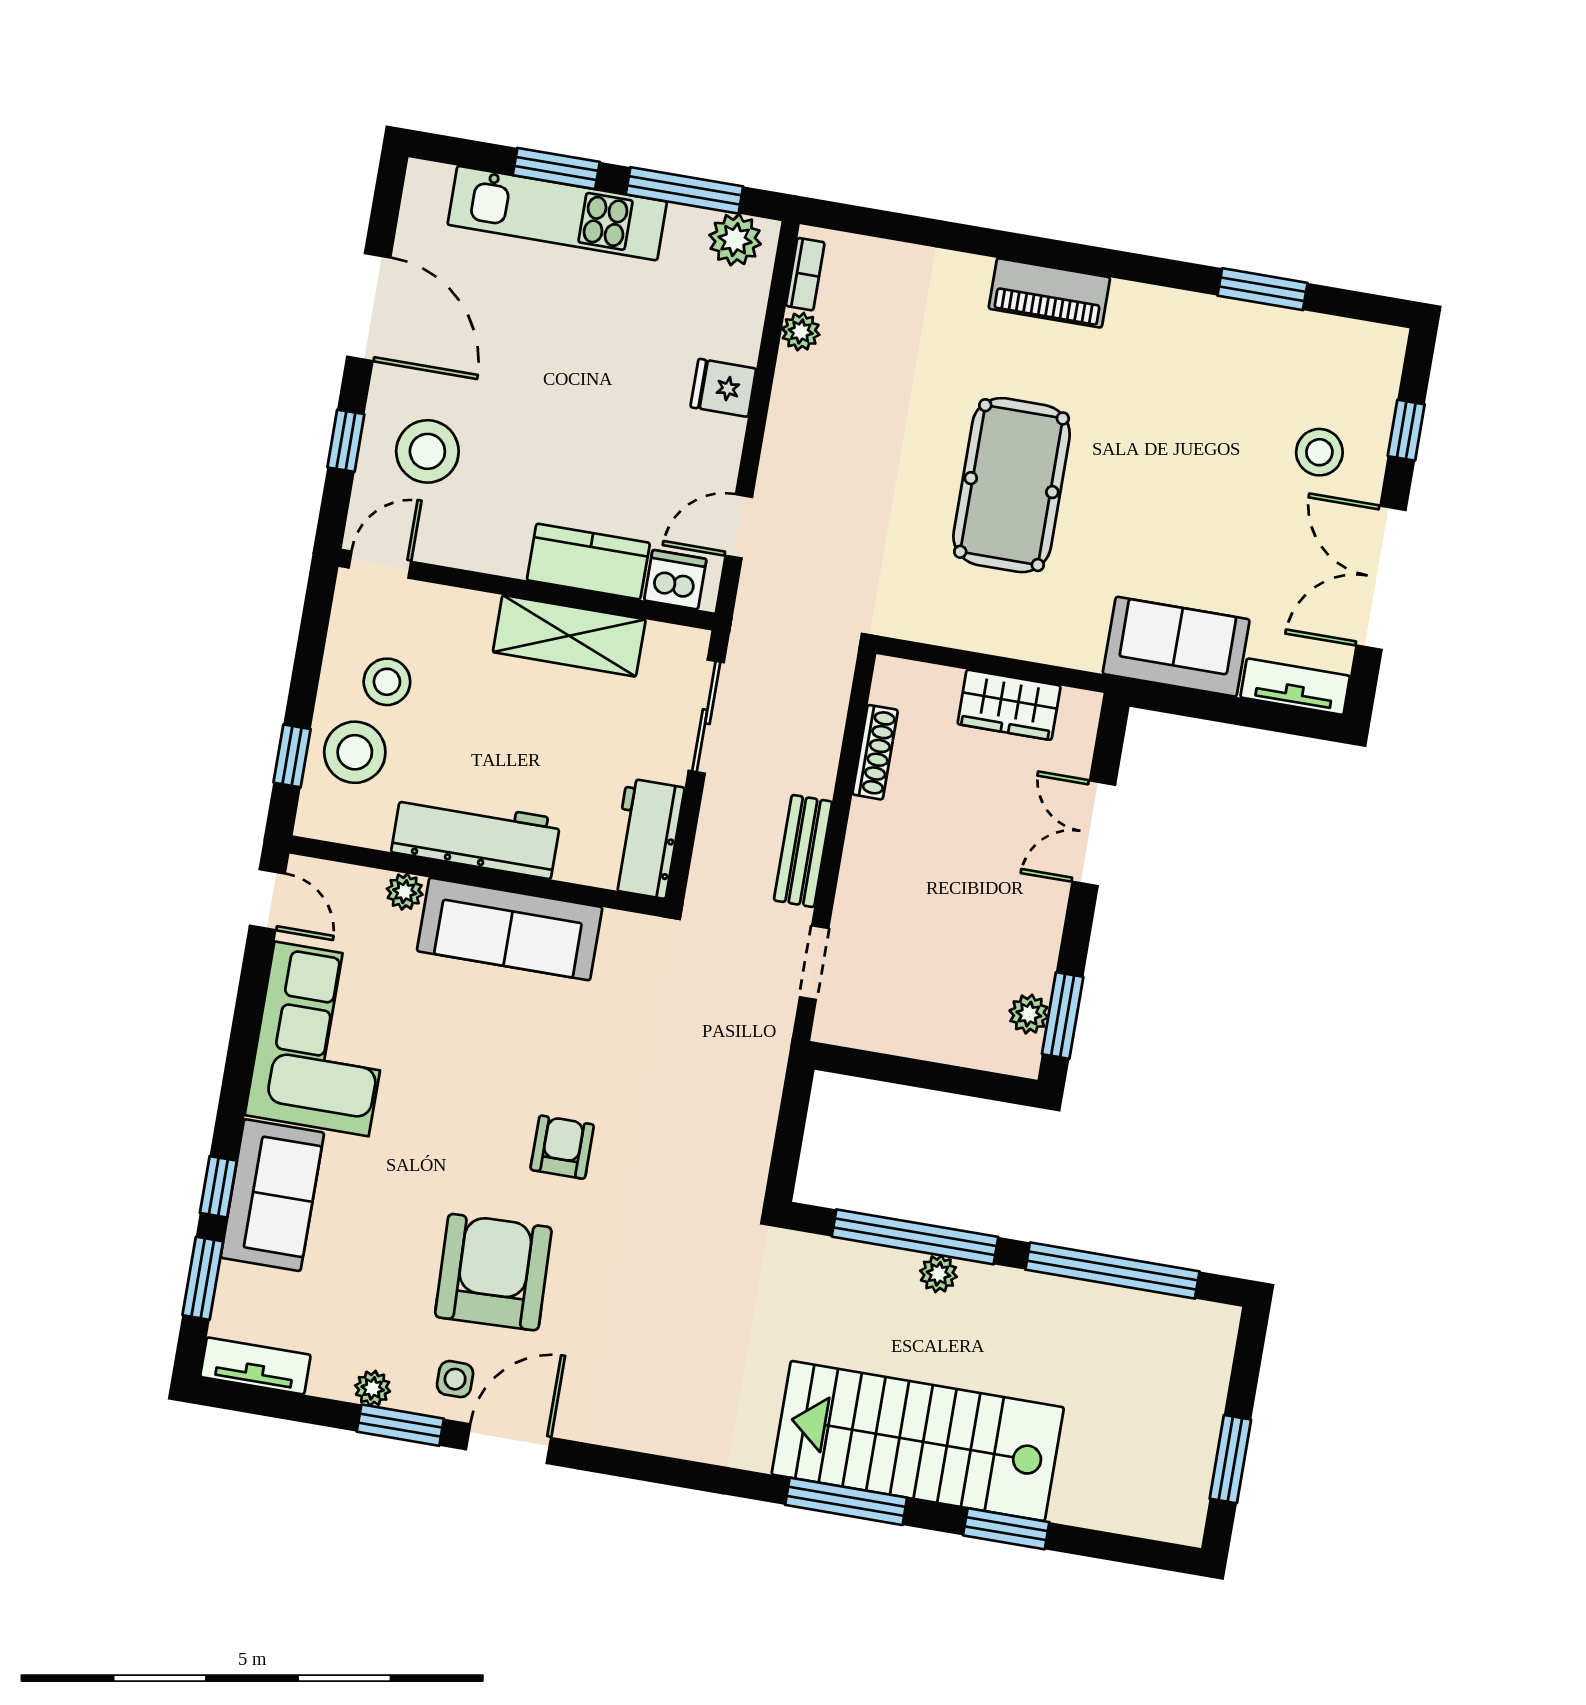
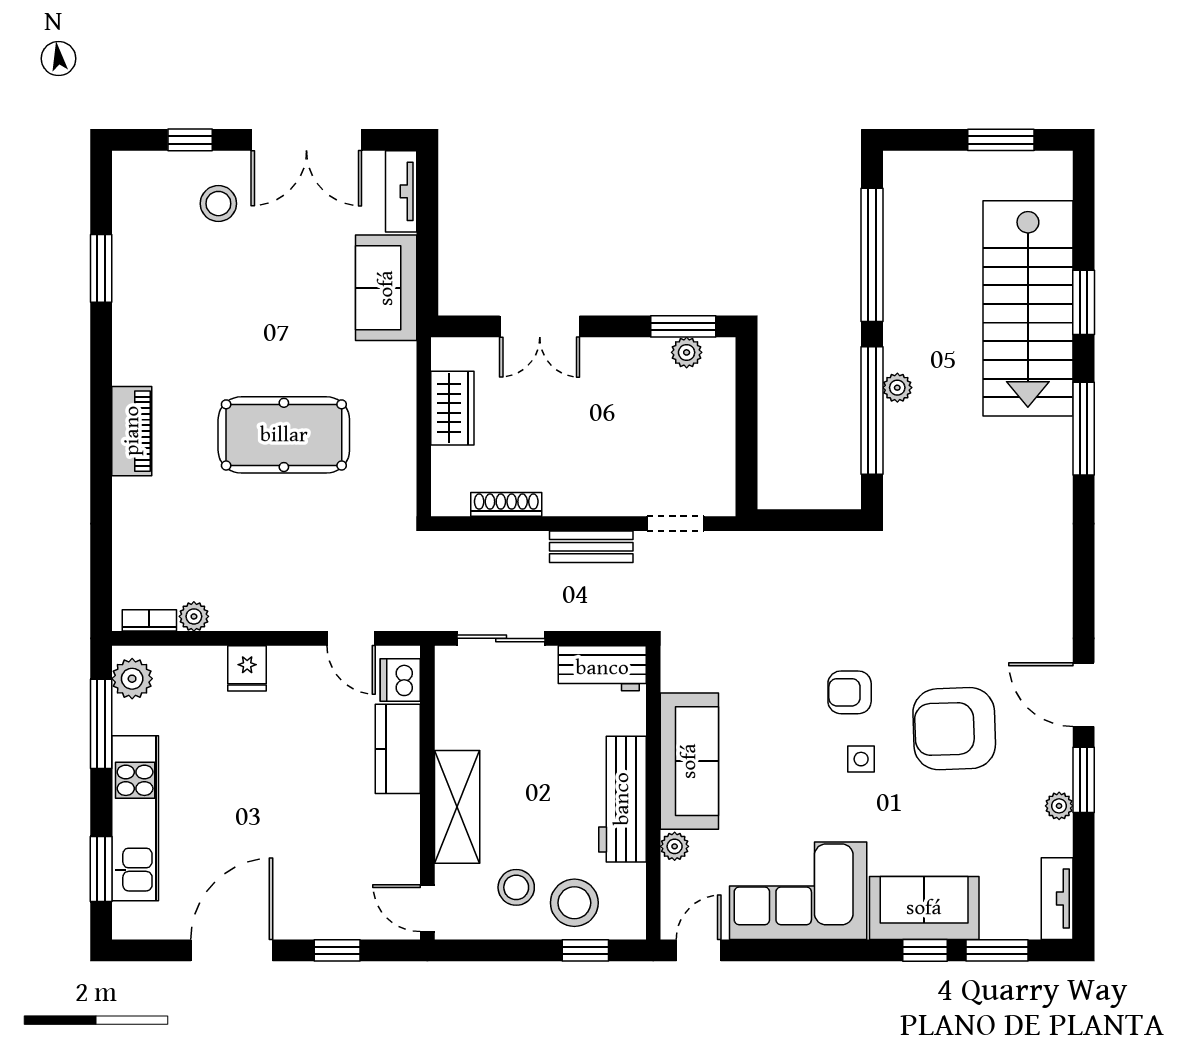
window: (556, 168) -> (101, 869), moved
stool: (427, 451) -> (335, 887), removed
shelving: (569, 636) -> (457, 807), moved
side table: (455, 1379) -> (861, 759), moved
stairs: (918, 1441) -> (1028, 308), moved

